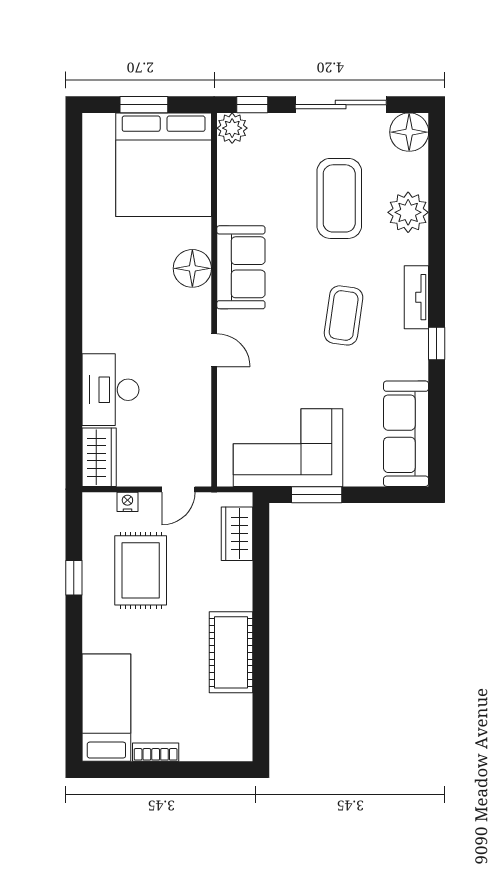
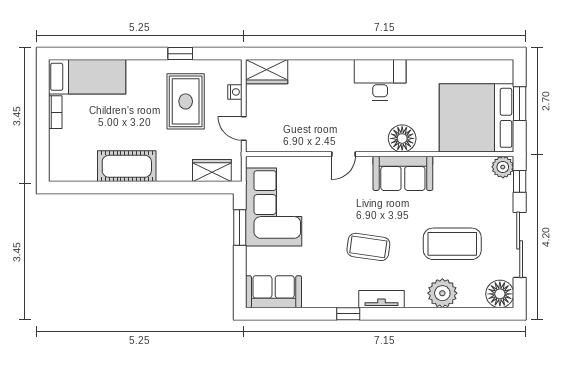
desk: (111, 390) -> (380, 80), moved
sofa: (406, 434) -> (274, 292), width x0.73
rug: (141, 570) -> (186, 101), turned 90

